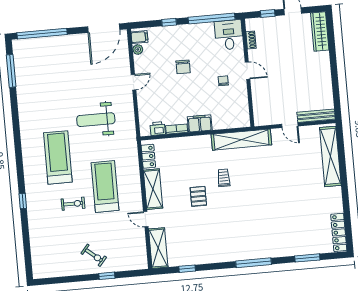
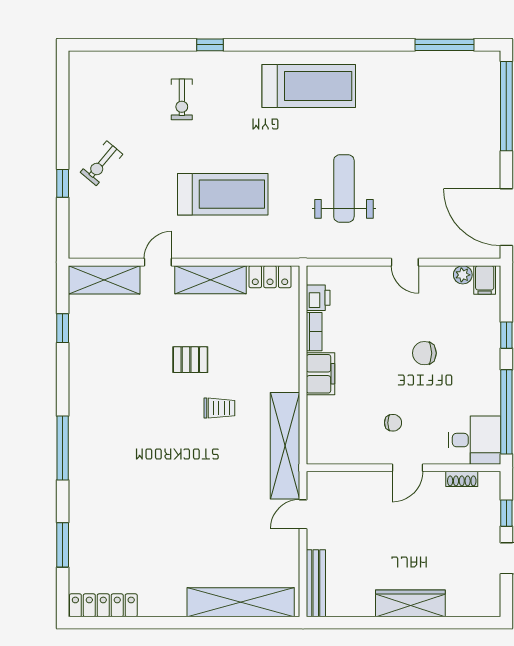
wardrobe: (320, 32) -> (410, 603), moved
door: (290, 125) -> (303, 514), moved
treadmill: (58, 157) -> (309, 86), moved
exercise bike: (73, 204) -> (182, 99), moved

